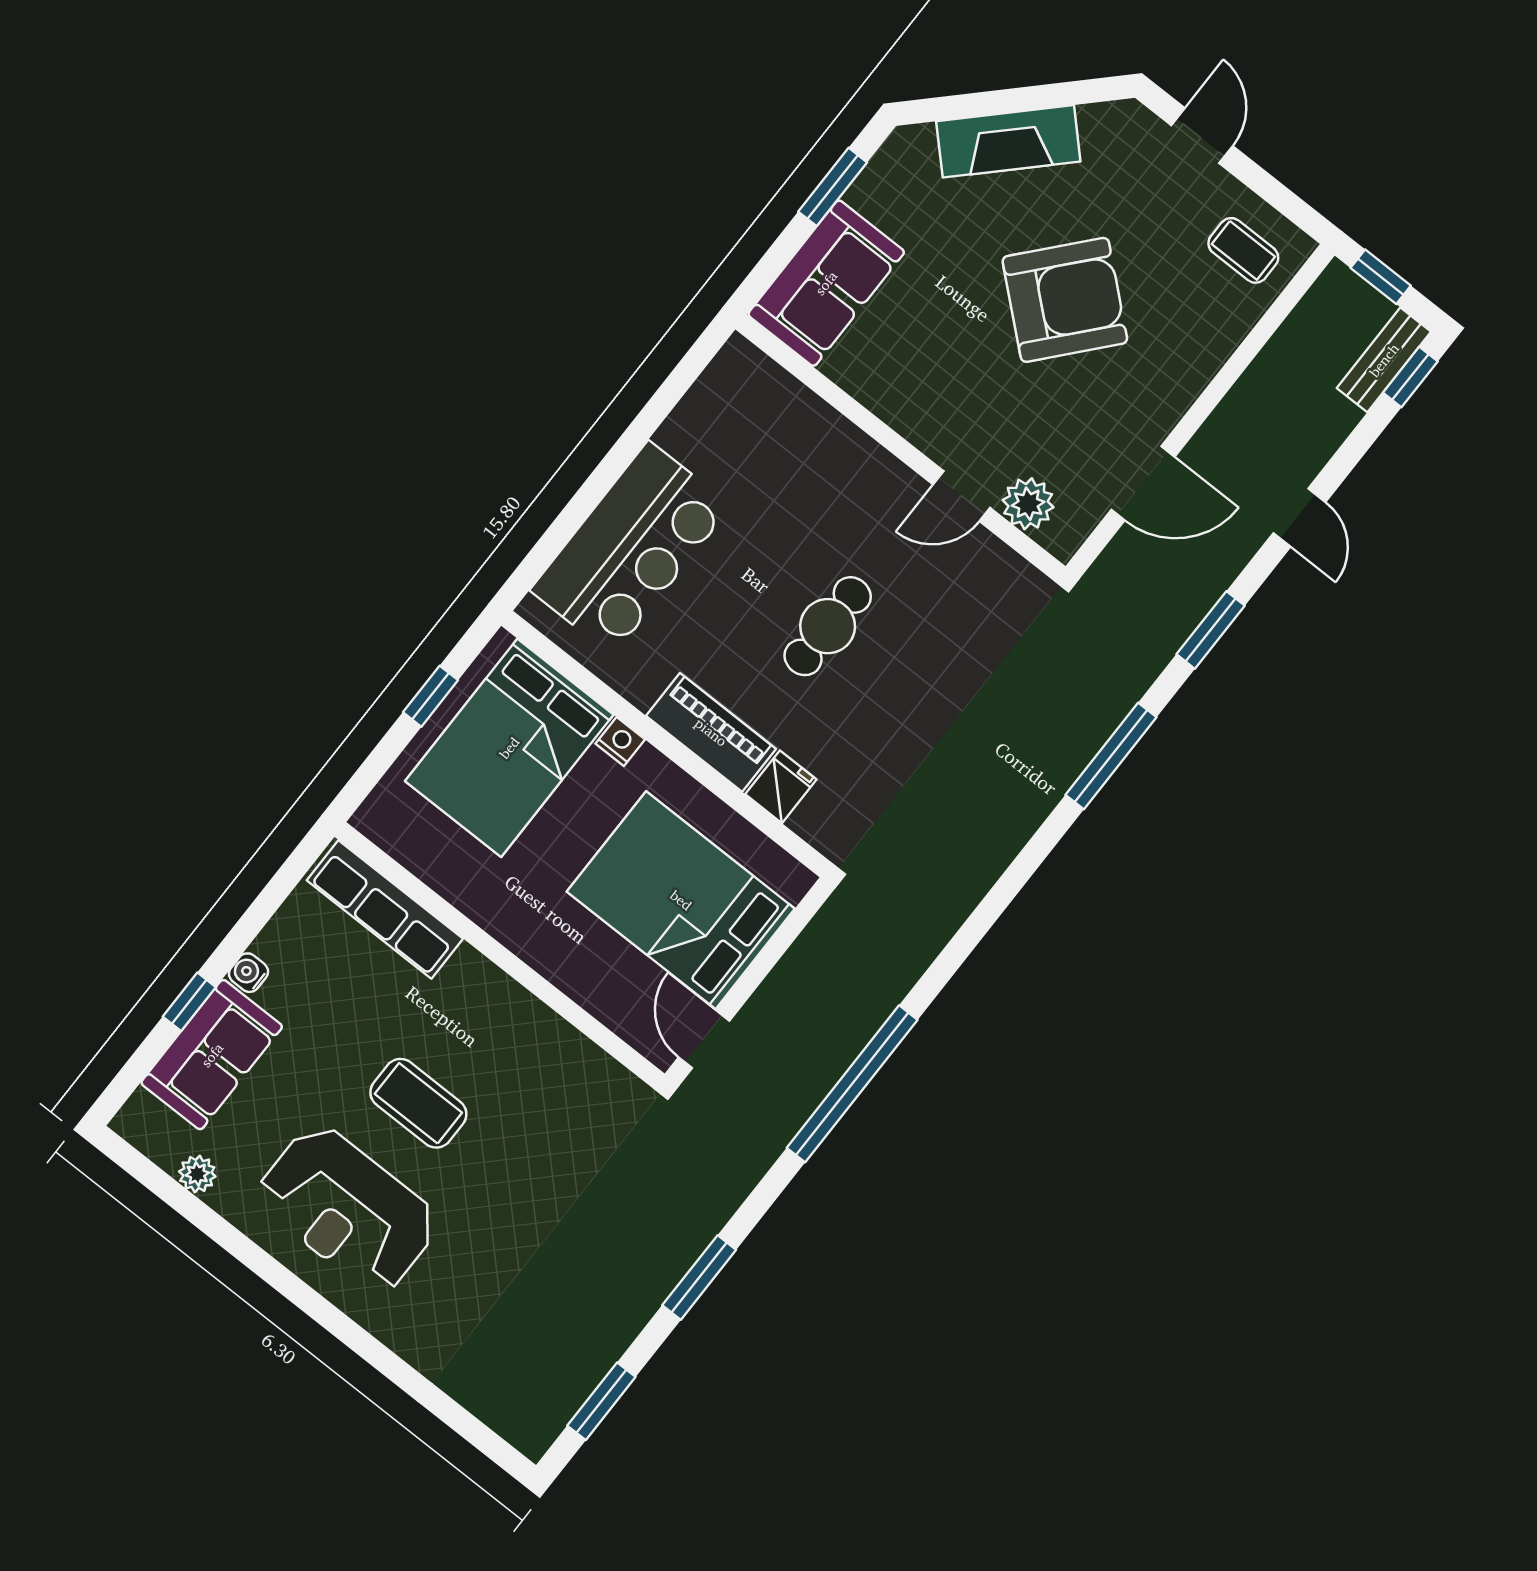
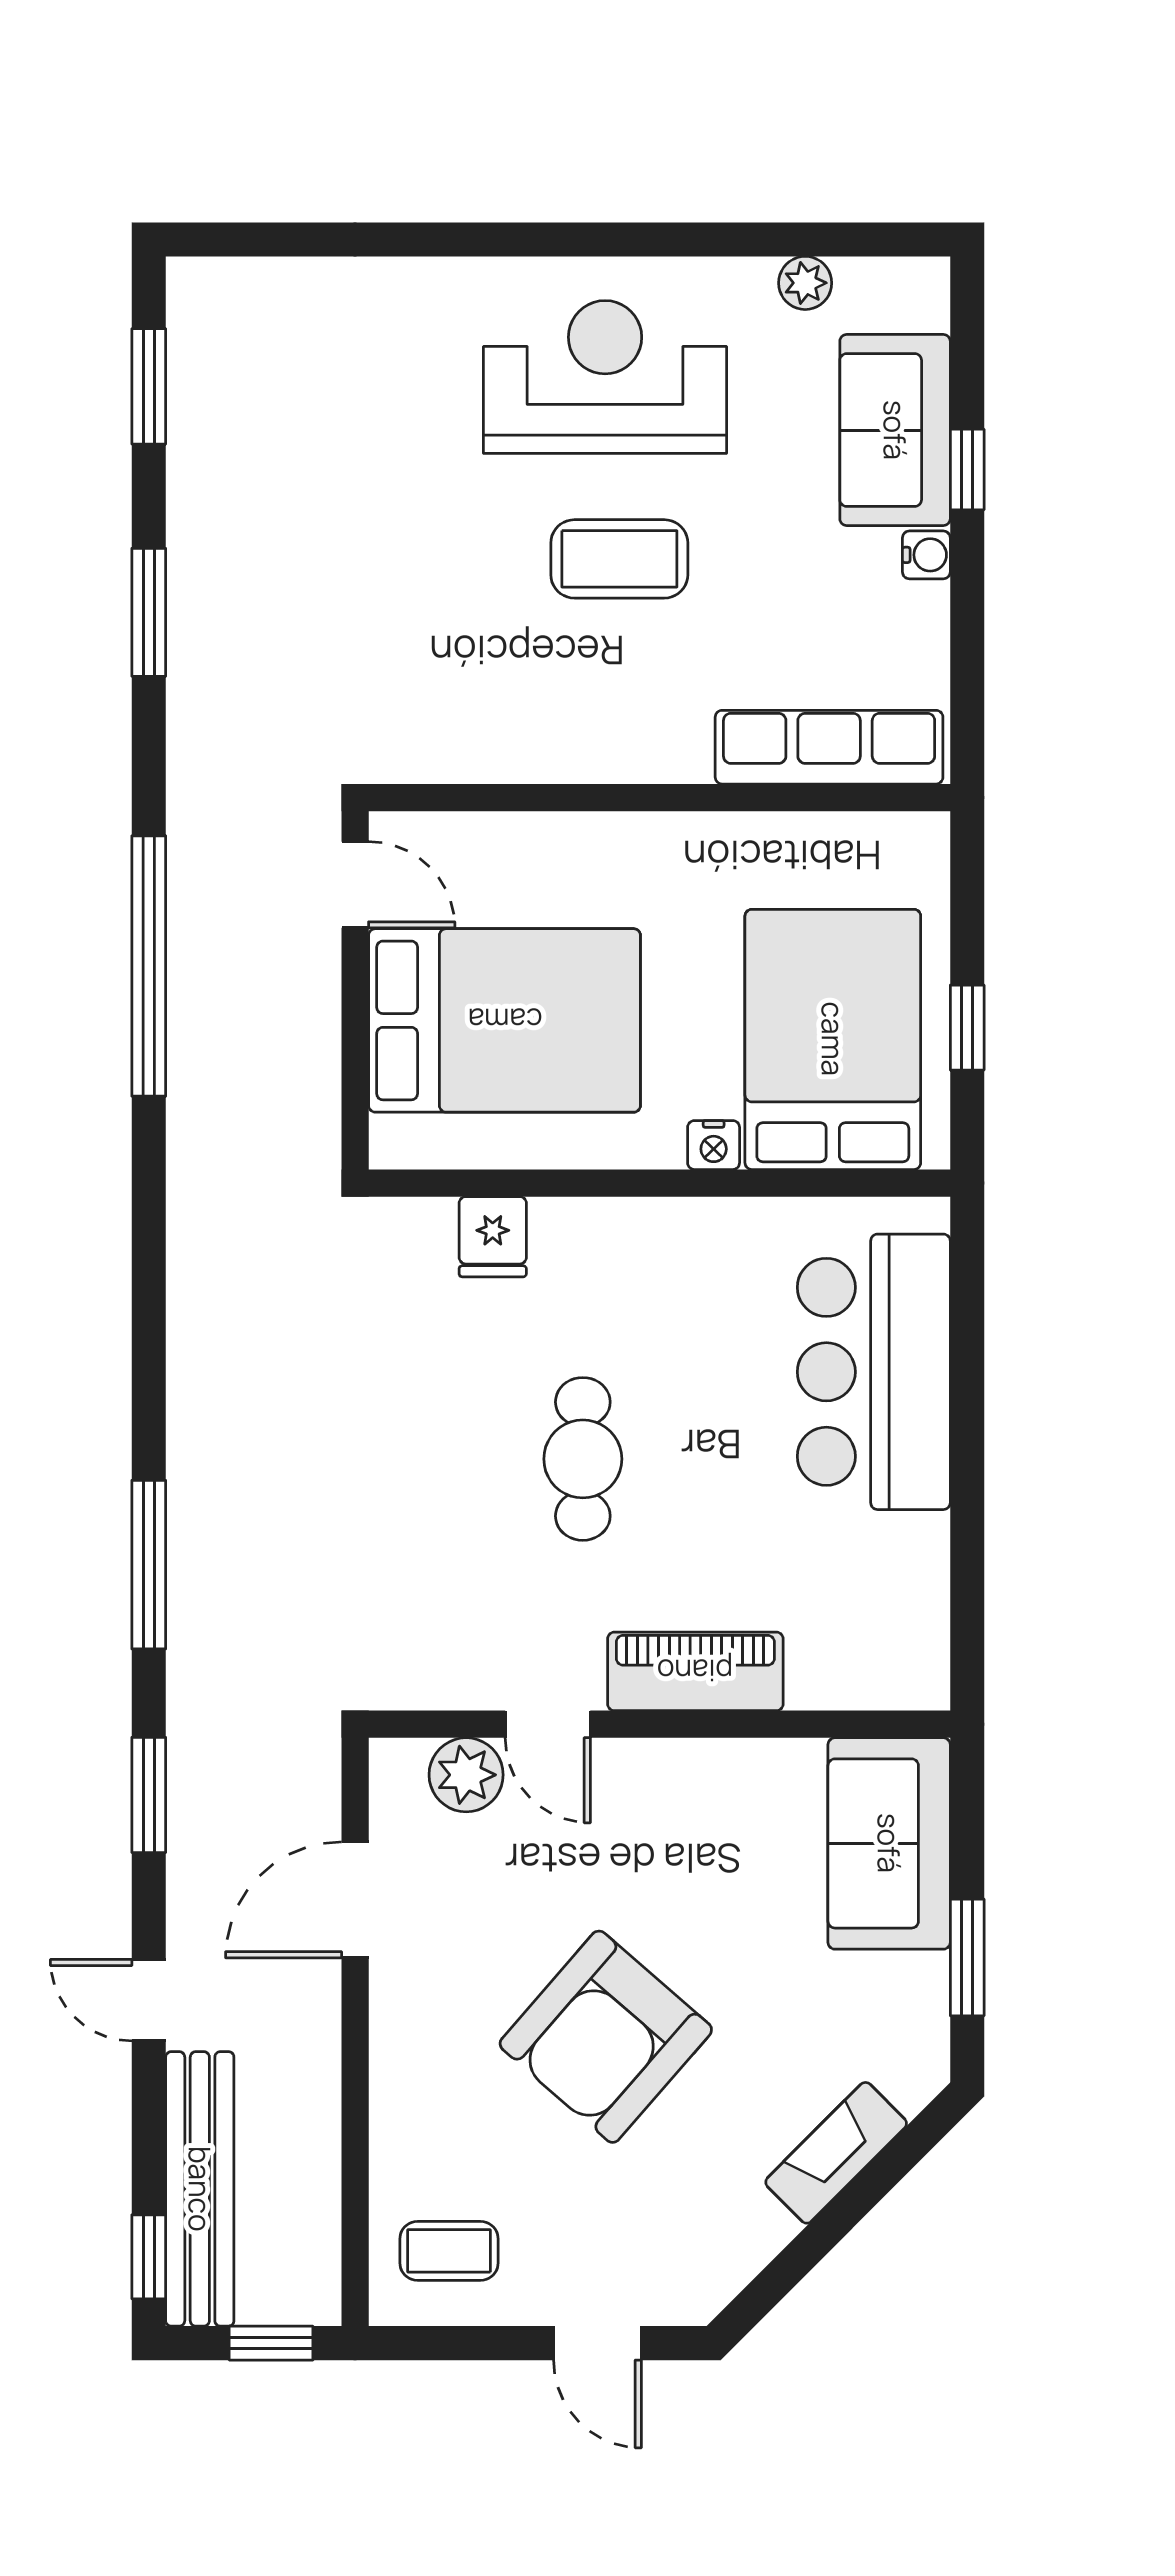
fireplace: (1008, 141) -> (836, 2153), width x0.73, depth x0.76
bench: (1384, 360) -> (200, 2189), width x1.86, depth x1.21
door: (962, 496) -> (548, 1724), swing flipped
piano: (711, 732) -> (695, 1671), moved, turned 180

